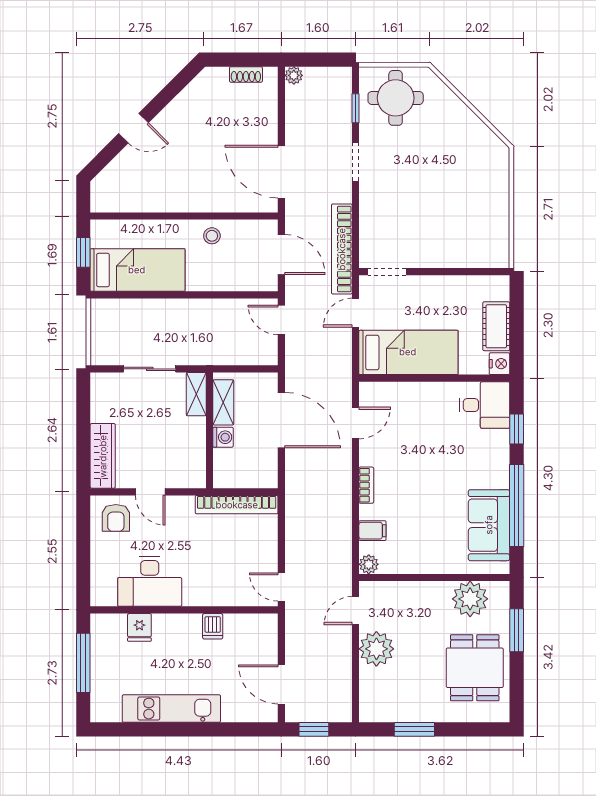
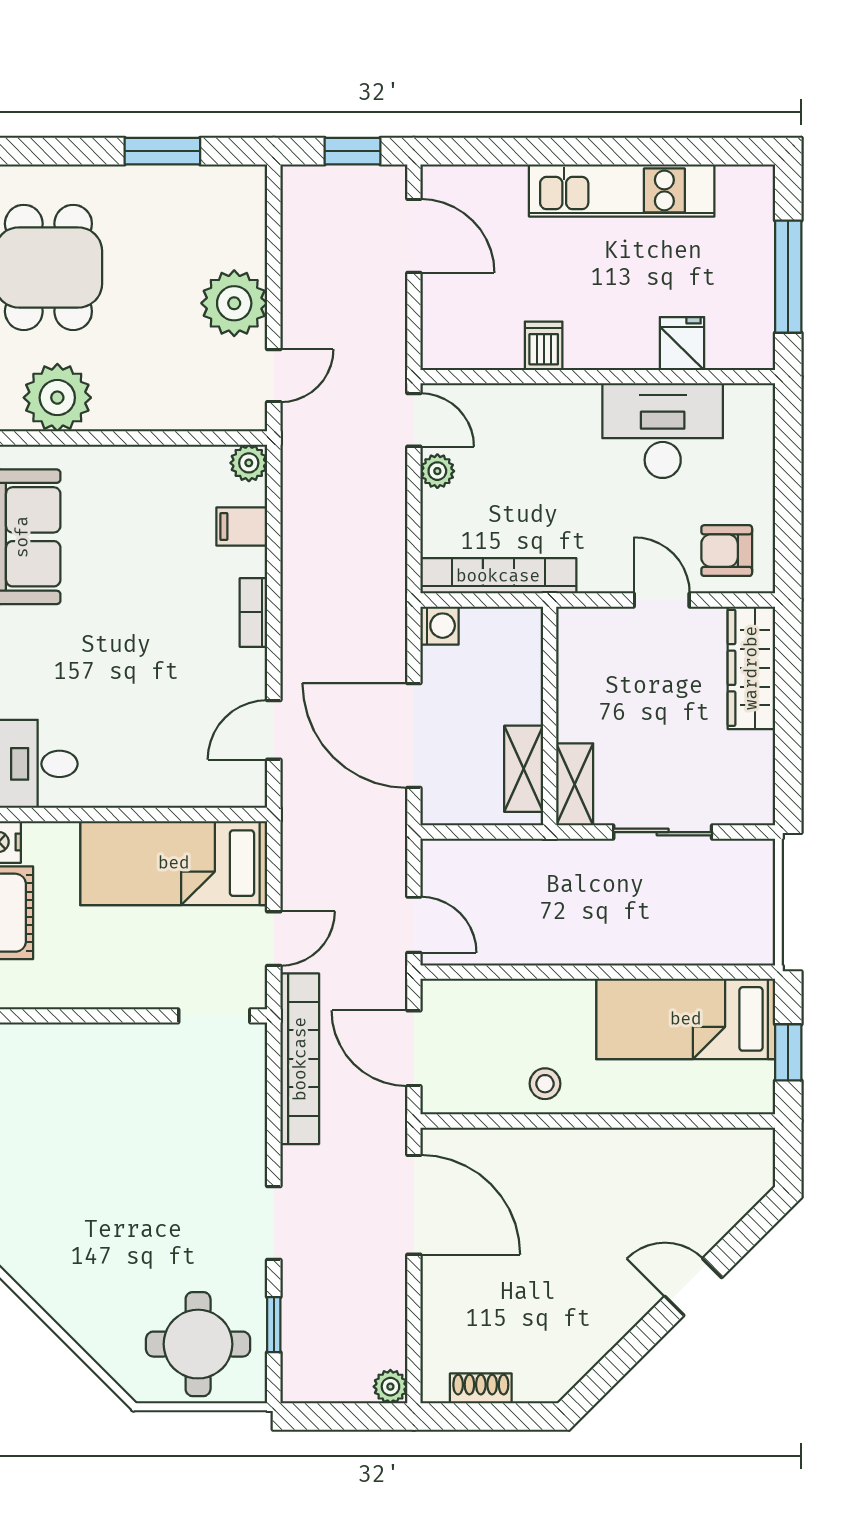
washing machine: (223, 437) -> (440, 626), moved, turned 180
armchair: (116, 518) -> (727, 551), turned -90
plant: (269, 560) -> (437, 471), added

